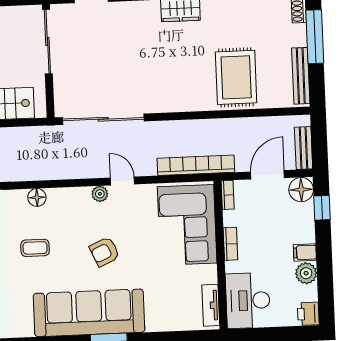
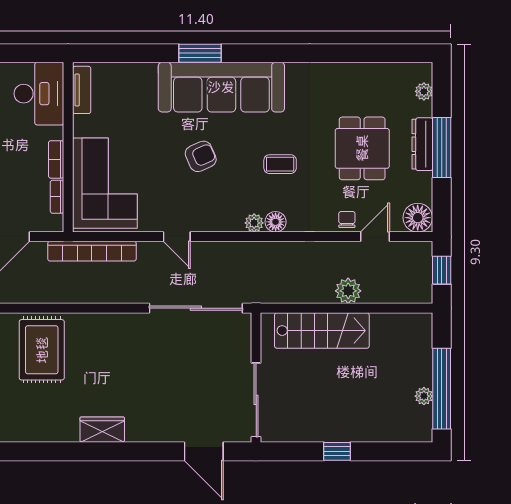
plant: (100, 194) -> (254, 223), moved
bookcase: (228, 195) -> (57, 197), moved

